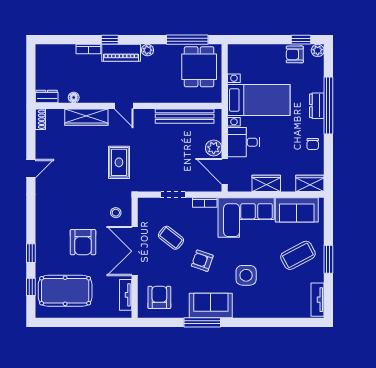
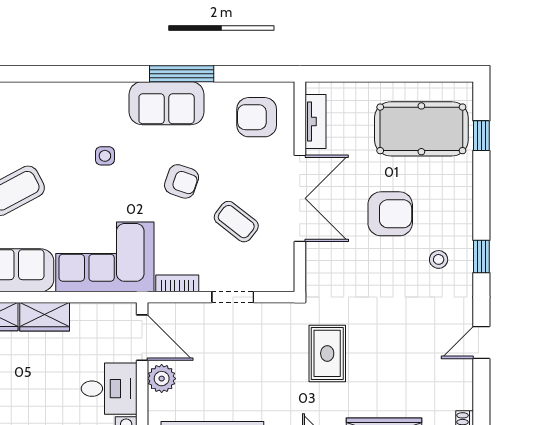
wardrobe: (266, 183) -> (45, 317), moved
stool: (116, 213) -> (439, 259), moved
armchair: (83, 242) -> (390, 214), turned 90
window: (31, 253) -> (481, 257), moved
side table: (246, 275) -> (105, 156), width x0.54, depth x0.54
armchair: (159, 297) -> (257, 117), turned 90

